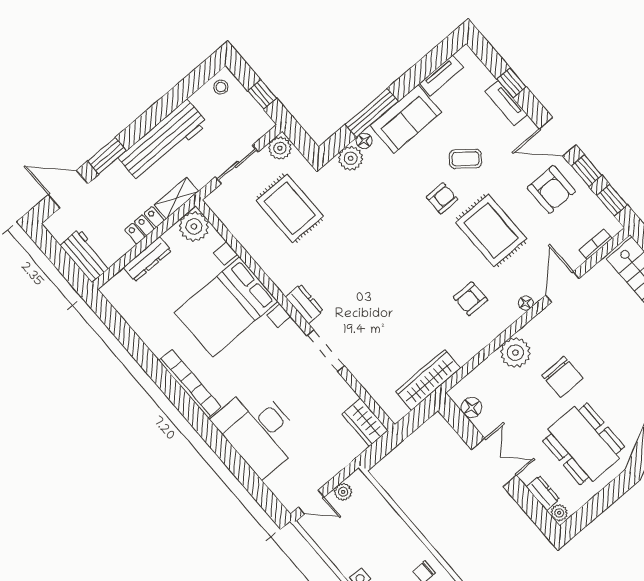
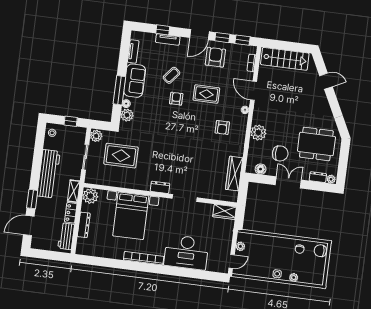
armchair: (551, 190) -> (215, 57), turned -90
rug: (491, 231) -> (206, 94), width x0.73, depth x0.70
workbench: (86, 256) -> (66, 236), moved, turned -90
chair: (562, 377) -> (280, 153), moved

